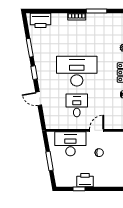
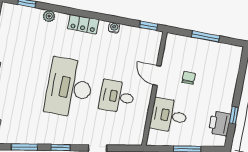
desk: (70, 144) -> (169, 115), width x0.73
printer: (85, 180) -> (220, 123), moved

